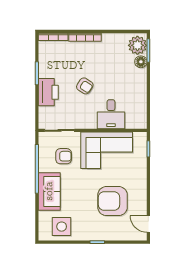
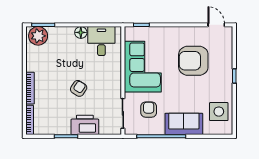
floor lamp: (141, 62) -> (81, 32), moved
desk: (111, 114) -> (101, 41), moved, turned -90
armchair: (113, 201) -> (193, 61), turned 90
door: (148, 224) -> (216, 25), swing flipped

